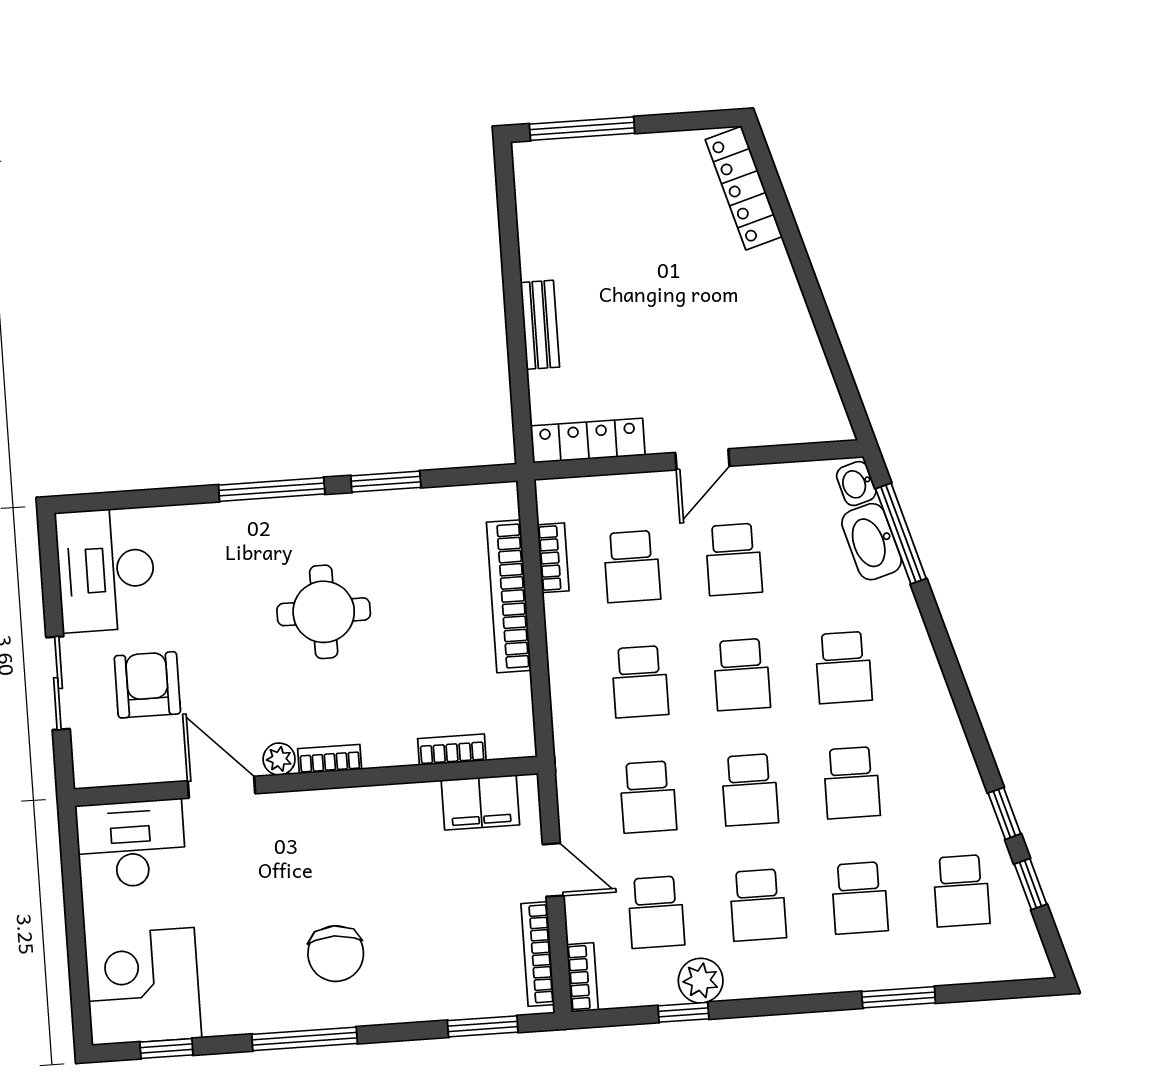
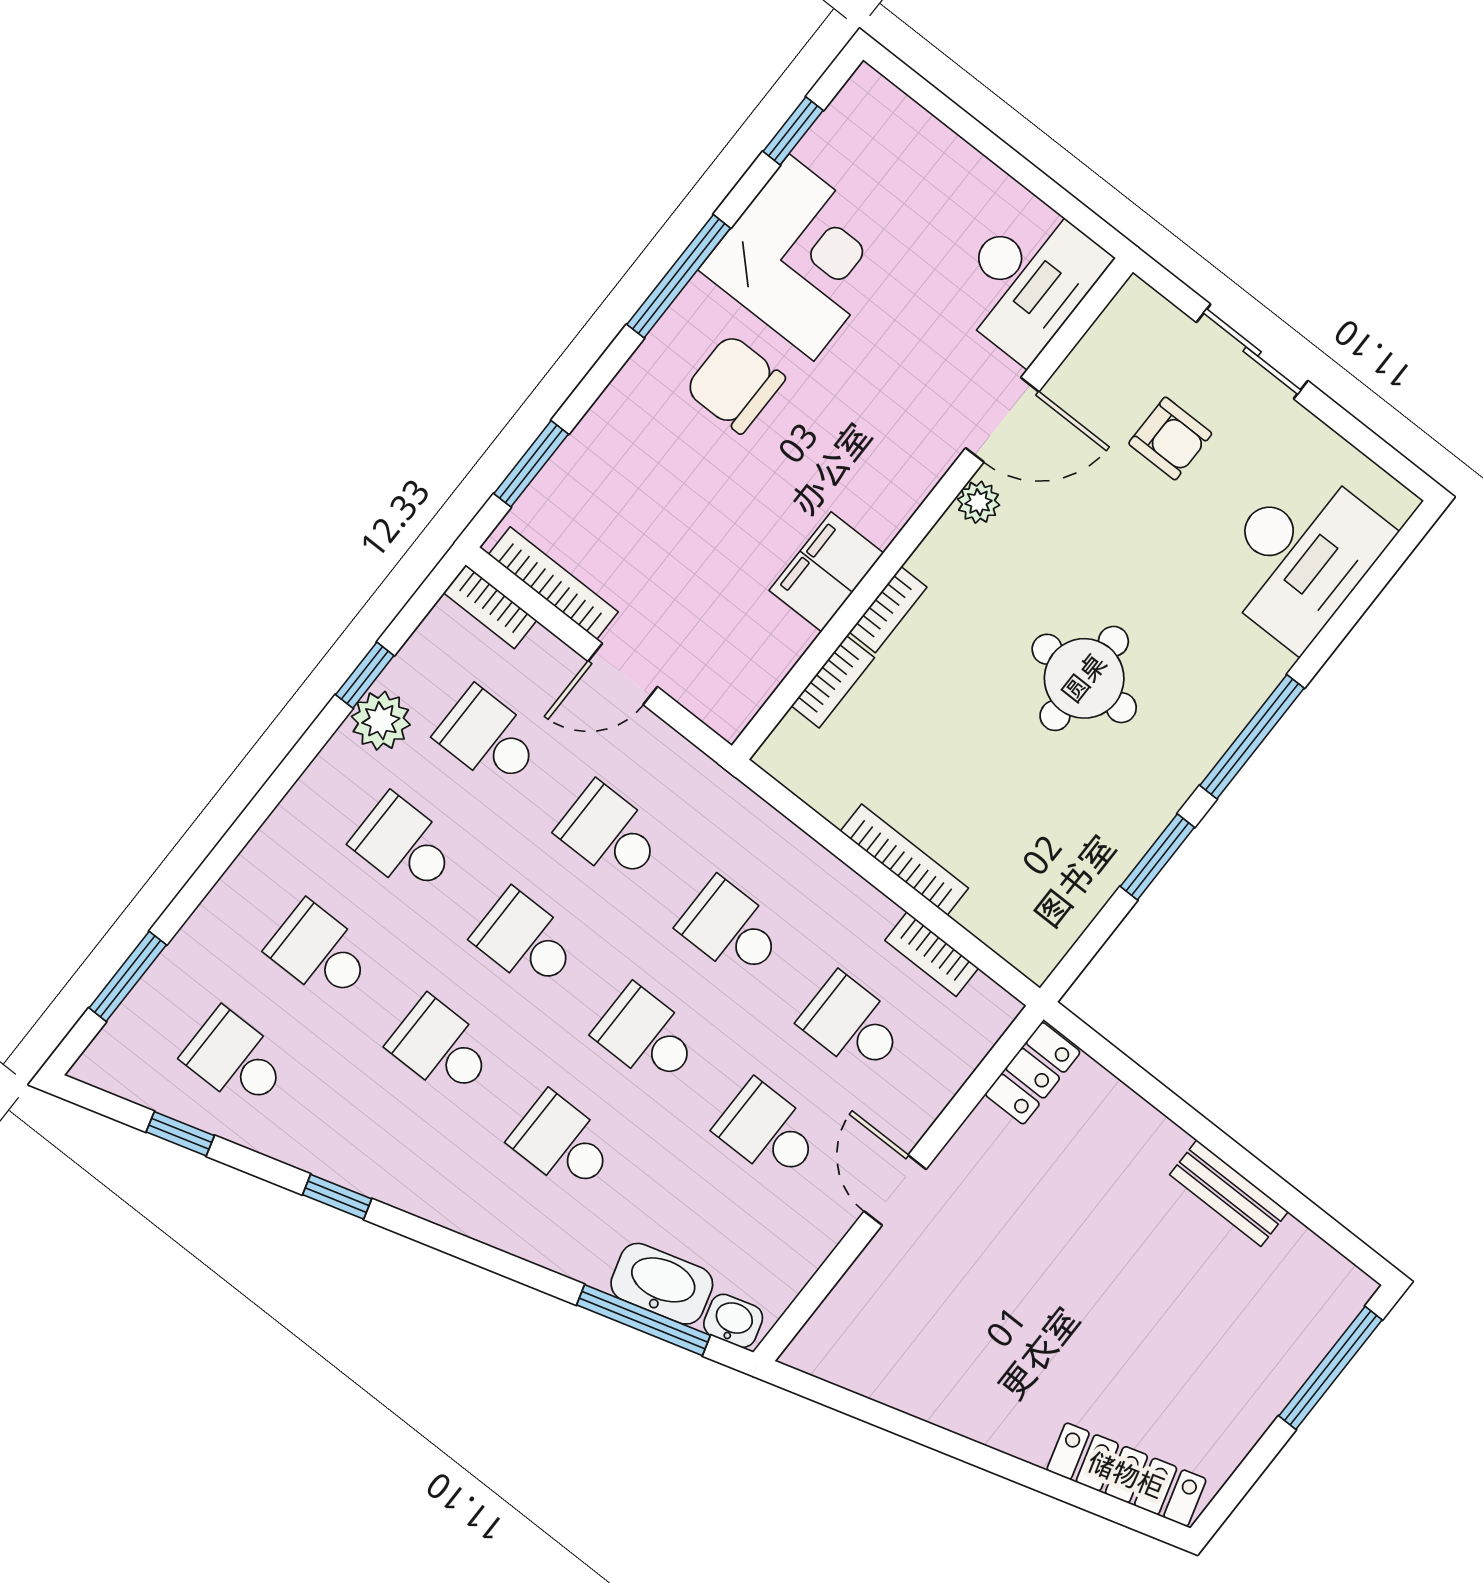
bench: (540, 325) -> (1229, 1193), moved
locker: (588, 441) -> (1033, 1073), width x0.66
desk: (106, 570) -> (1300, 556), moved, turned 90
bookcase: (509, 596) -> (904, 860), width x0.68, depth x0.76
armchair: (147, 685) -> (1170, 438), width x0.72, depth x0.72
bookcase: (330, 759) -> (888, 610), moved
filing cabinet: (480, 802) -> (826, 572), moved
window: (1004, 813) -> (337, 1197), moved
corner desk: (143, 986) -> (801, 258), moved
window: (899, 997) -> (128, 976), moved

